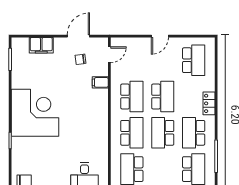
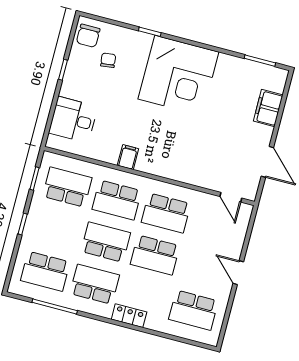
chair: (80, 59) -> (108, 60), moved
filing cabinet: (100, 82) -> (128, 157), moved

